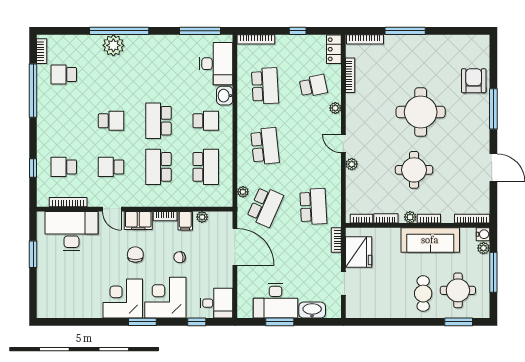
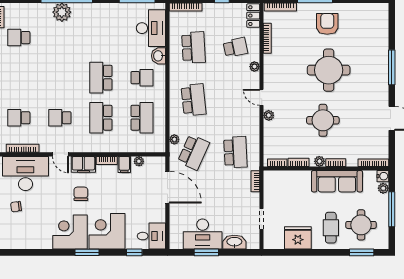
armchair: (474, 81) -> (327, 24), moved
school desk: (111, 121) -> (60, 78), removed
fridge: (359, 252) -> (298, 238), moved, turned -90
chair: (180, 257) -> (16, 207), moved

